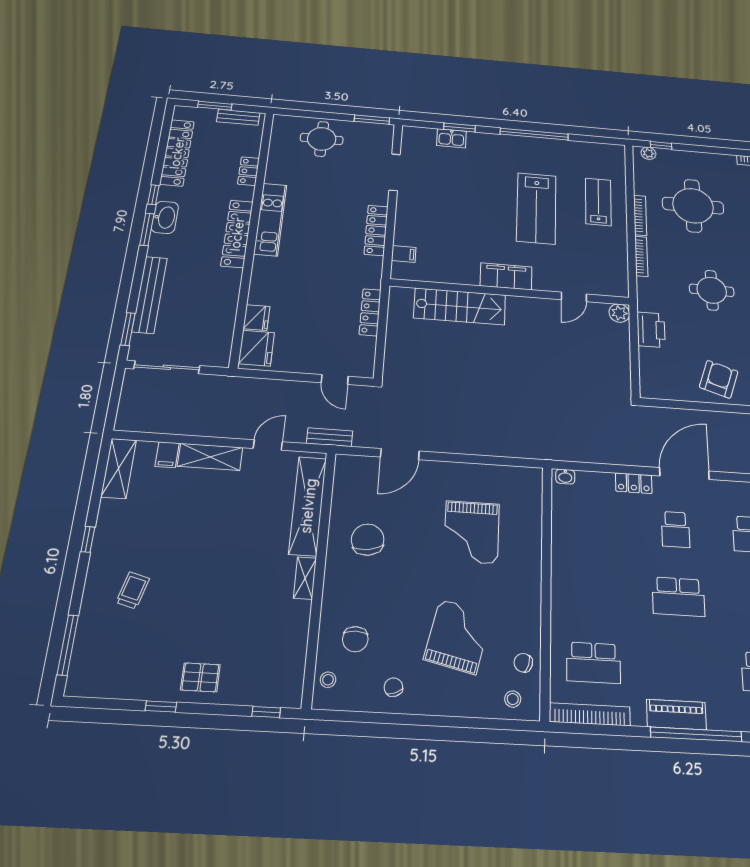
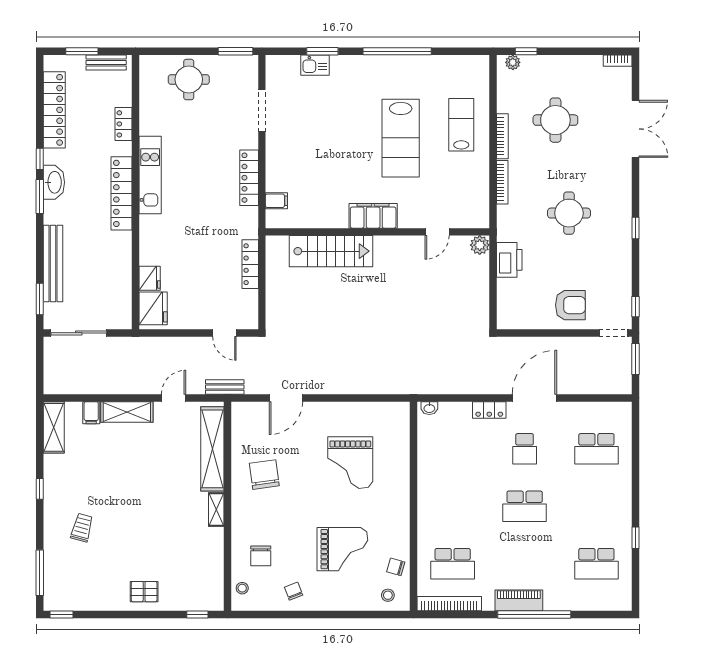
round table: (693, 206) -> (555, 120), width x0.73, depth x0.73
armchair: (719, 379) -> (570, 305), turned 72
grand piano: (458, 636) -> (342, 549), turned 77
window: (161, 706) -> (61, 615), moved

